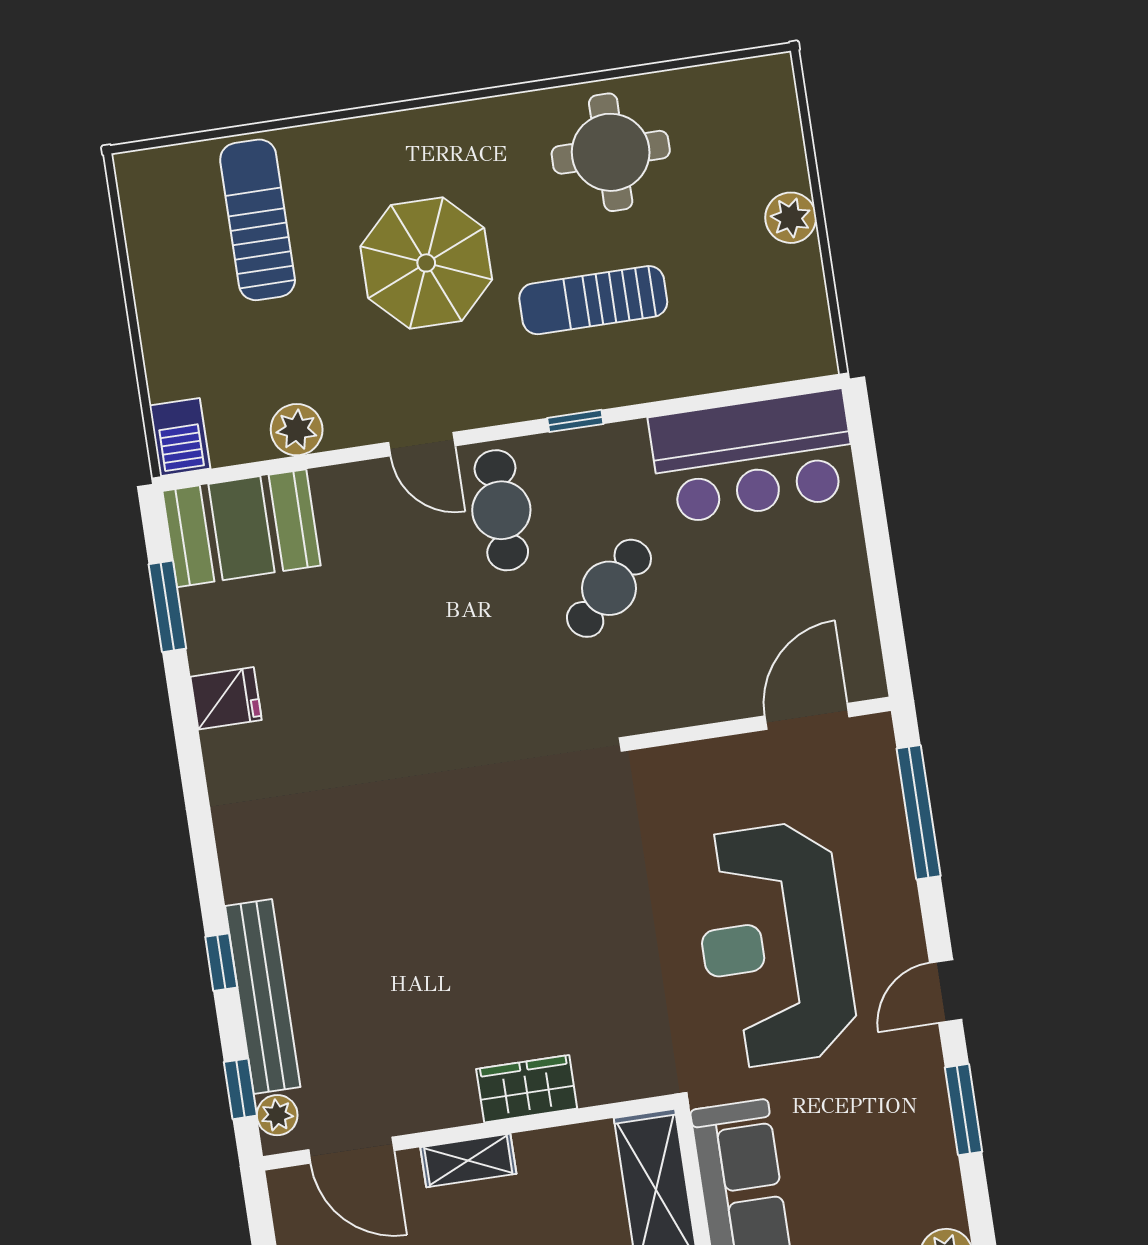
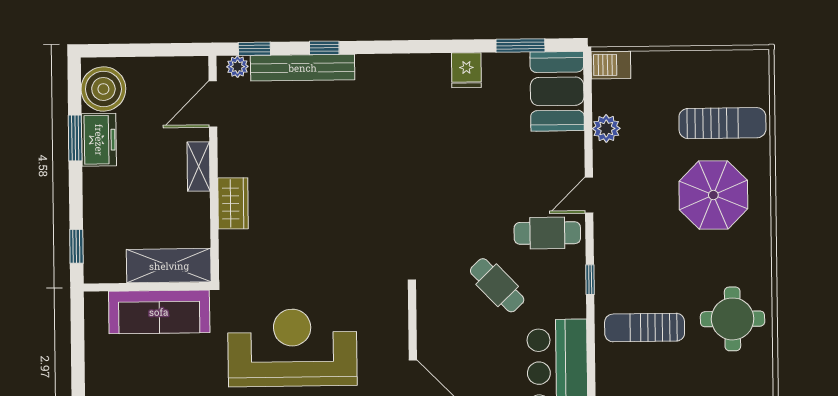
parasol: (426, 263) -> (713, 195), moved
sun lounger: (593, 300) -> (645, 328), moved, turned -90

